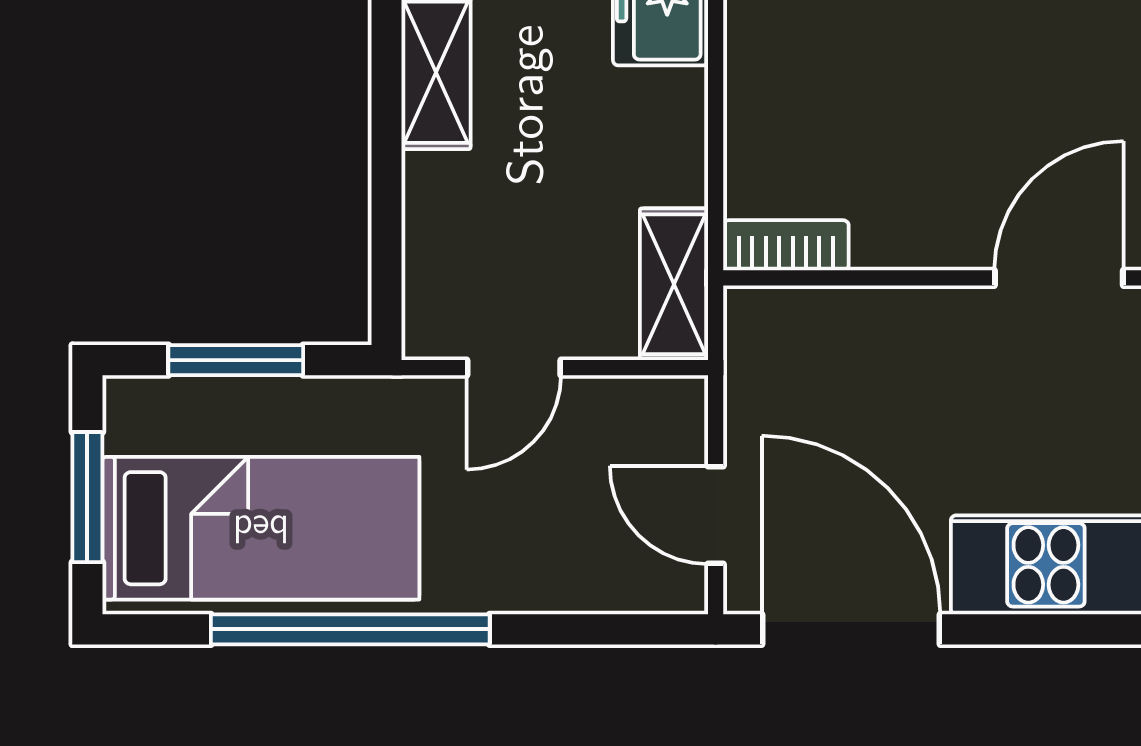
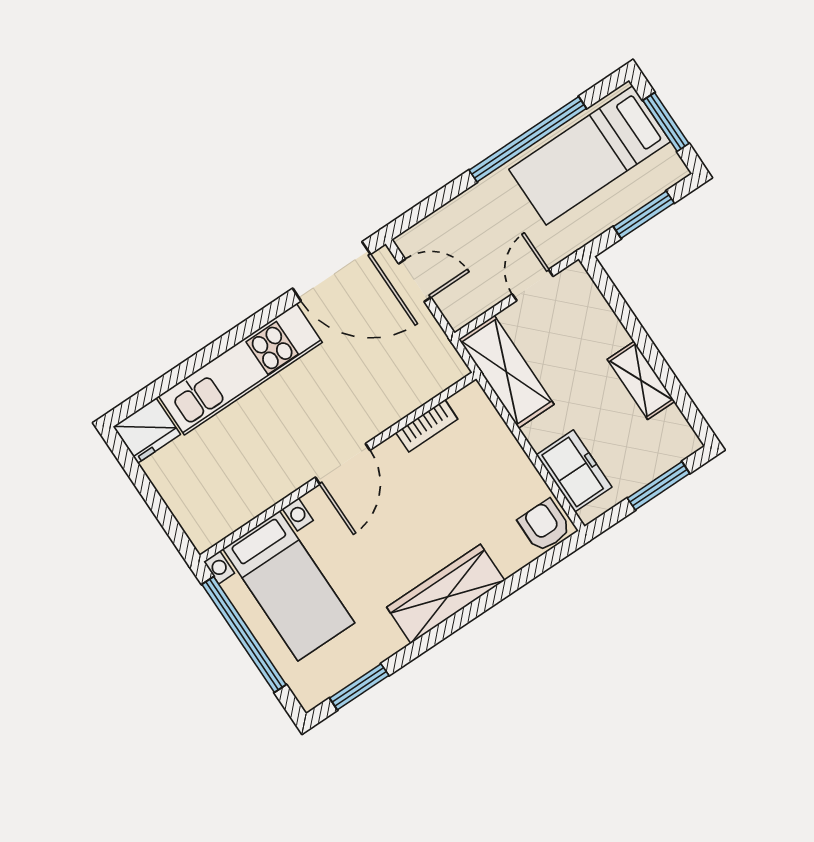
bookcase: (786, 245) -> (427, 426), moved
shelving: (674, 284) -> (506, 372), width x1.50, depth x1.33

